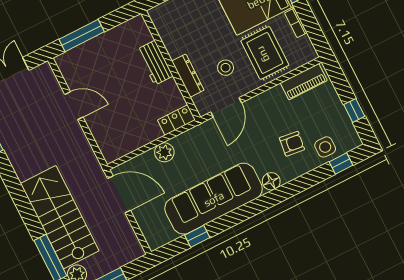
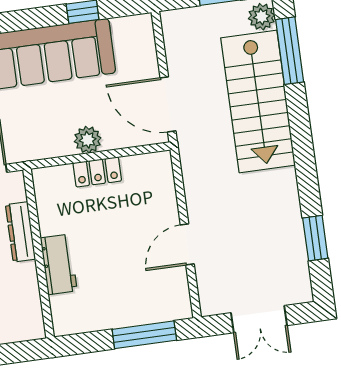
door: (74, 106) -> (187, 244), hinge flipped
locker: (176, 120) -> (97, 172), moved

